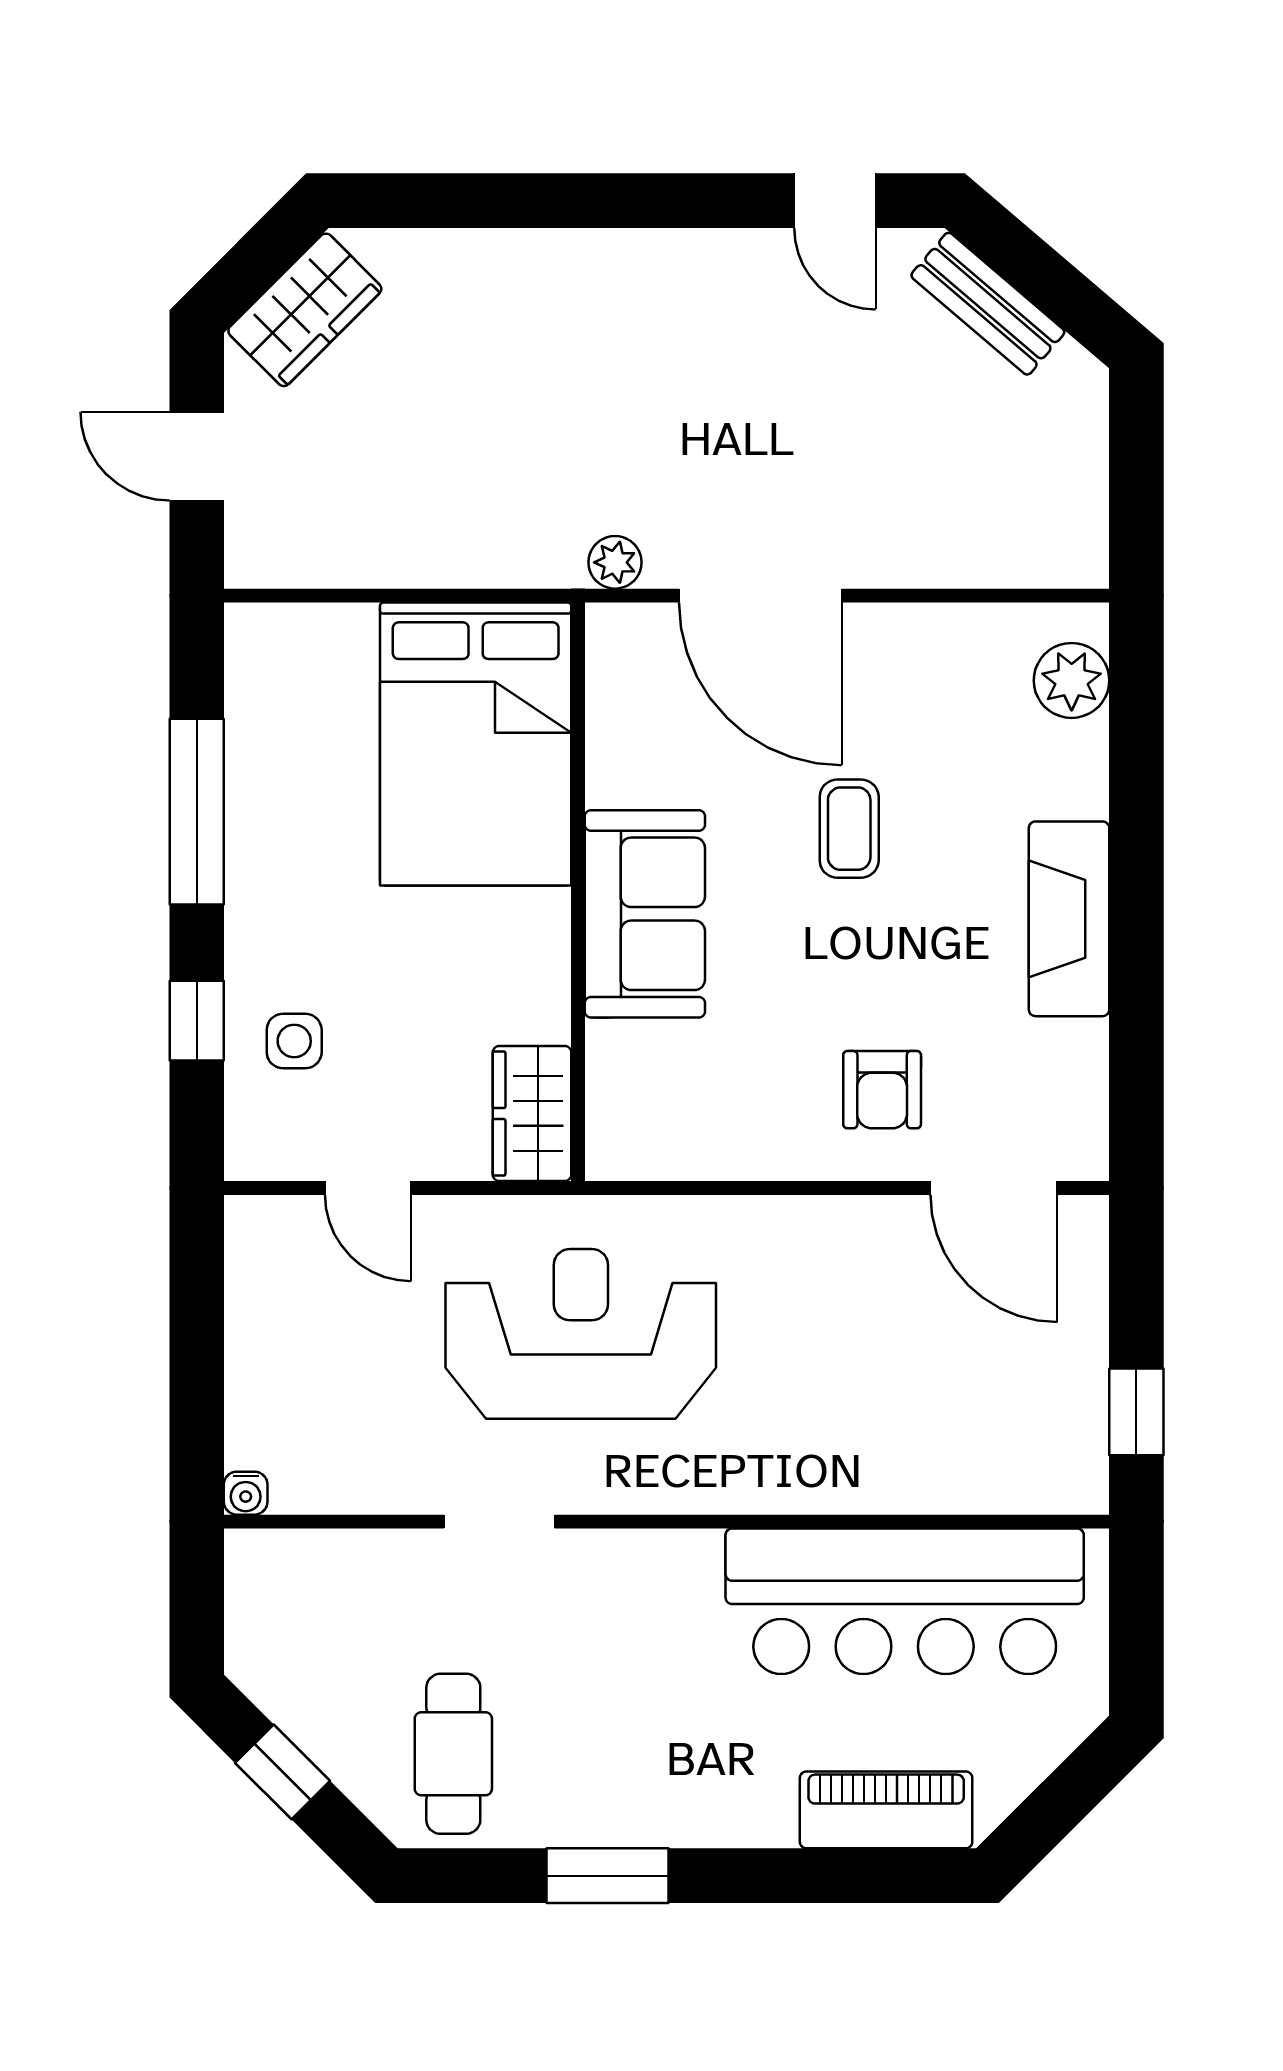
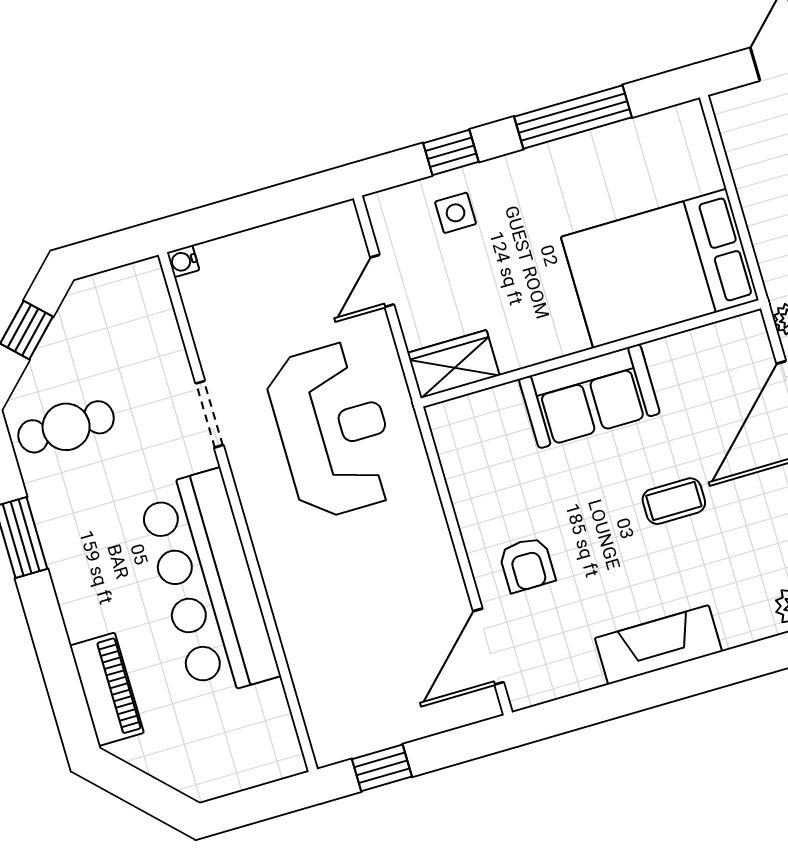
armchair: (882, 1090) -> (527, 565), turned -90
bar counter: (905, 1601) -> (208, 584), moved

